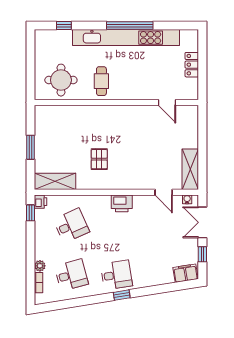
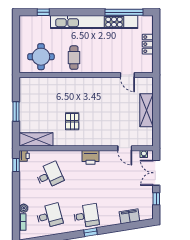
window: (130, 26) -> (124, 12), moved
shelving: (190, 169) -> (146, 110), moved
filing cabinet: (185, 273) -> (129, 216), moved

